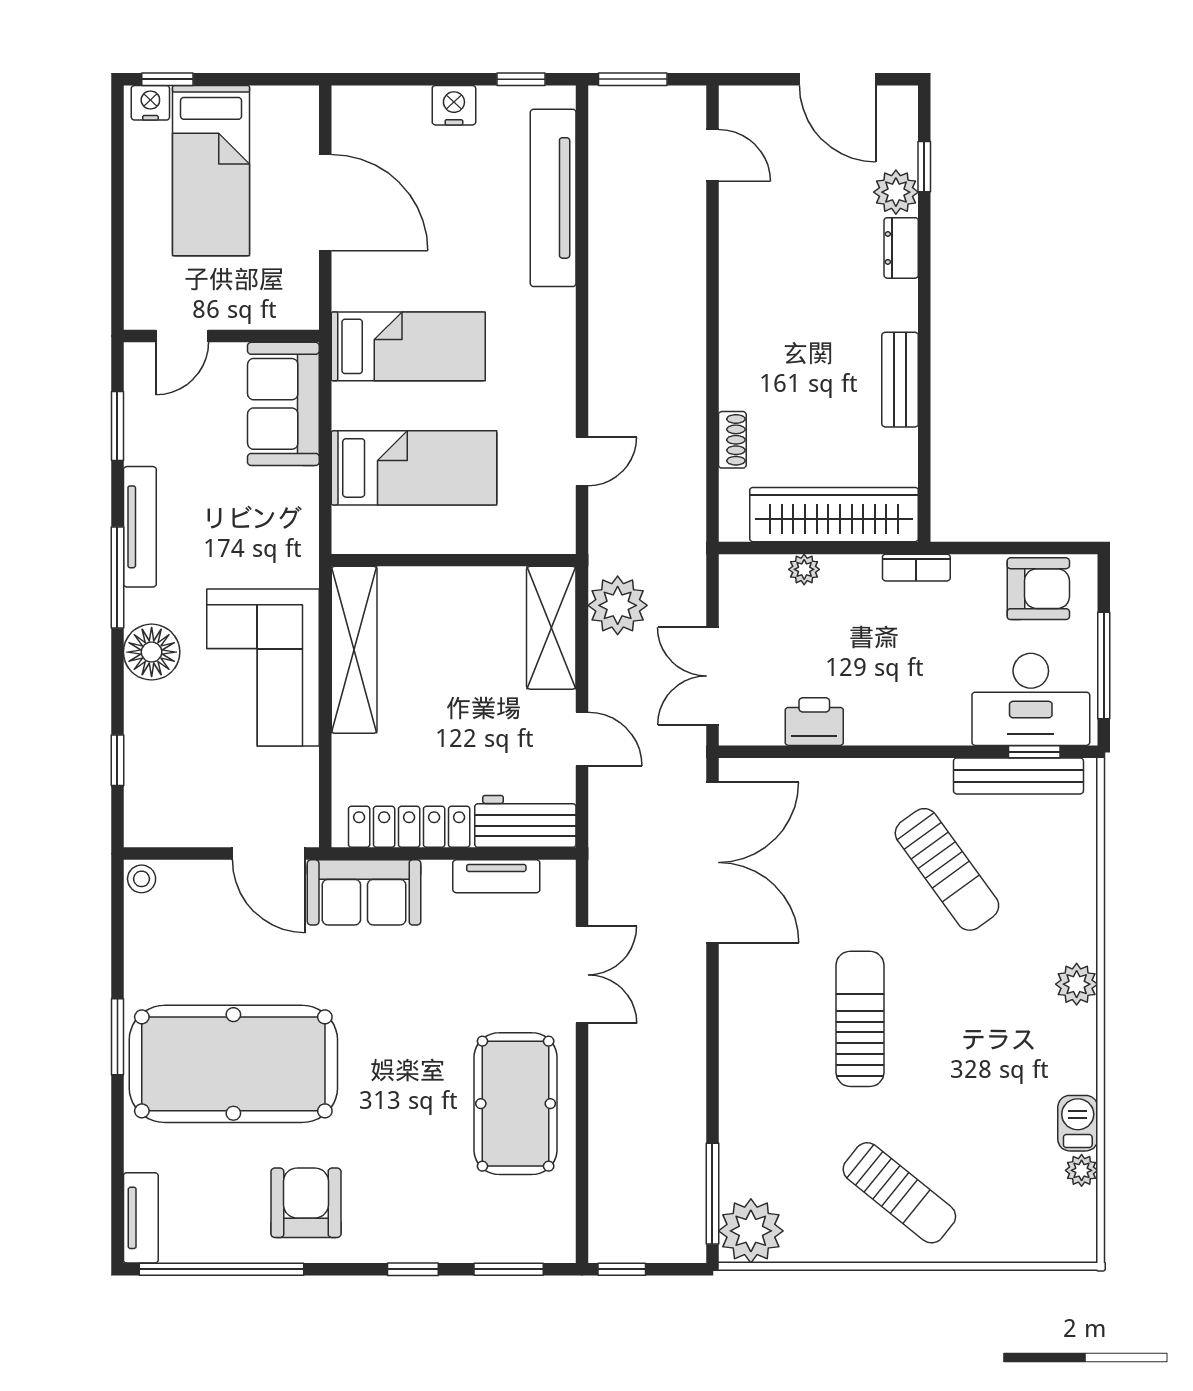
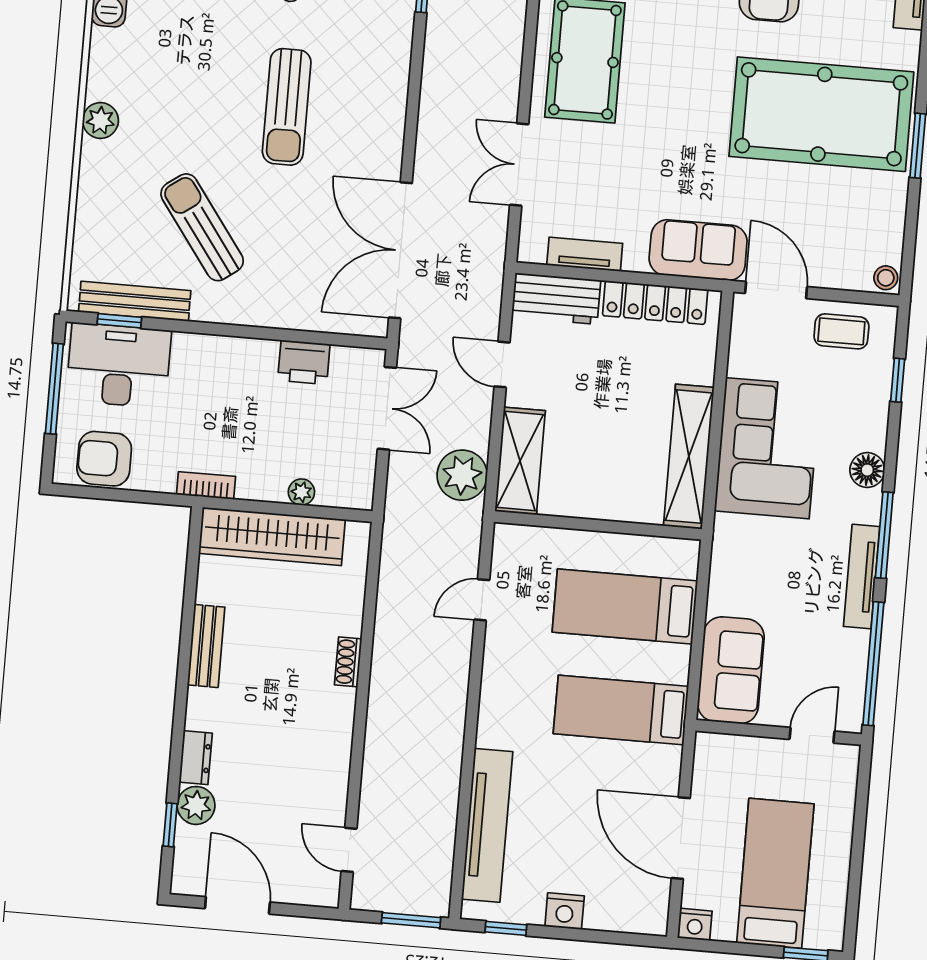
nightstand: (150, 103) -> (695, 924), moved
window: (117, 426) -> (873, 664), width x2.11
shoe rack: (732, 440) -> (348, 662), moved
floor lamp: (152, 652) -> (867, 470), width x0.73, depth x0.73
coffee table: (188, 812) -> (841, 331), added

